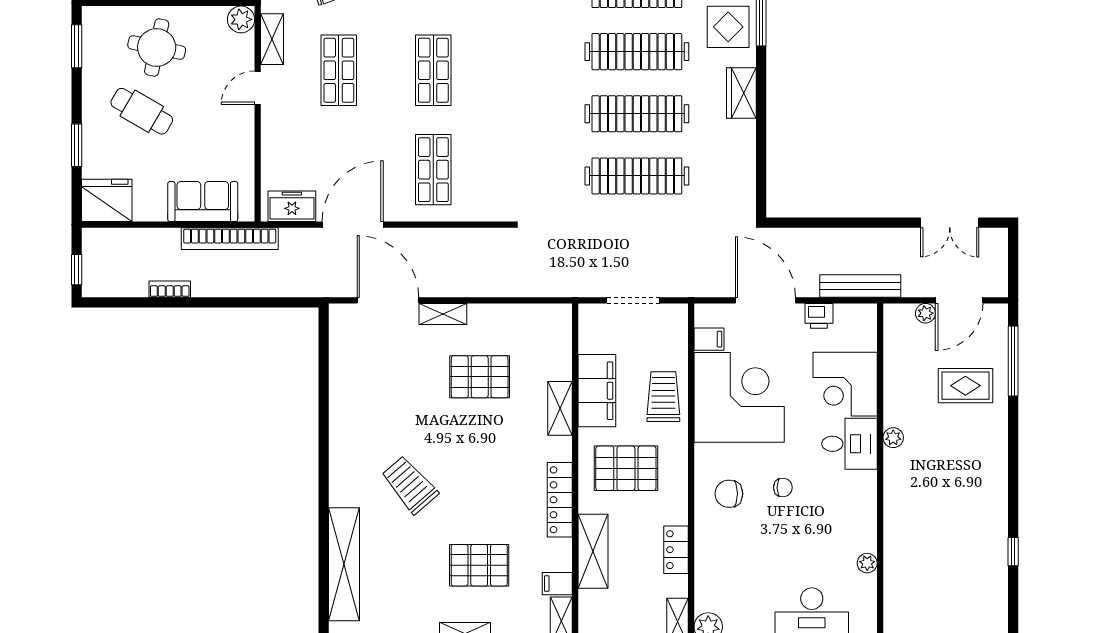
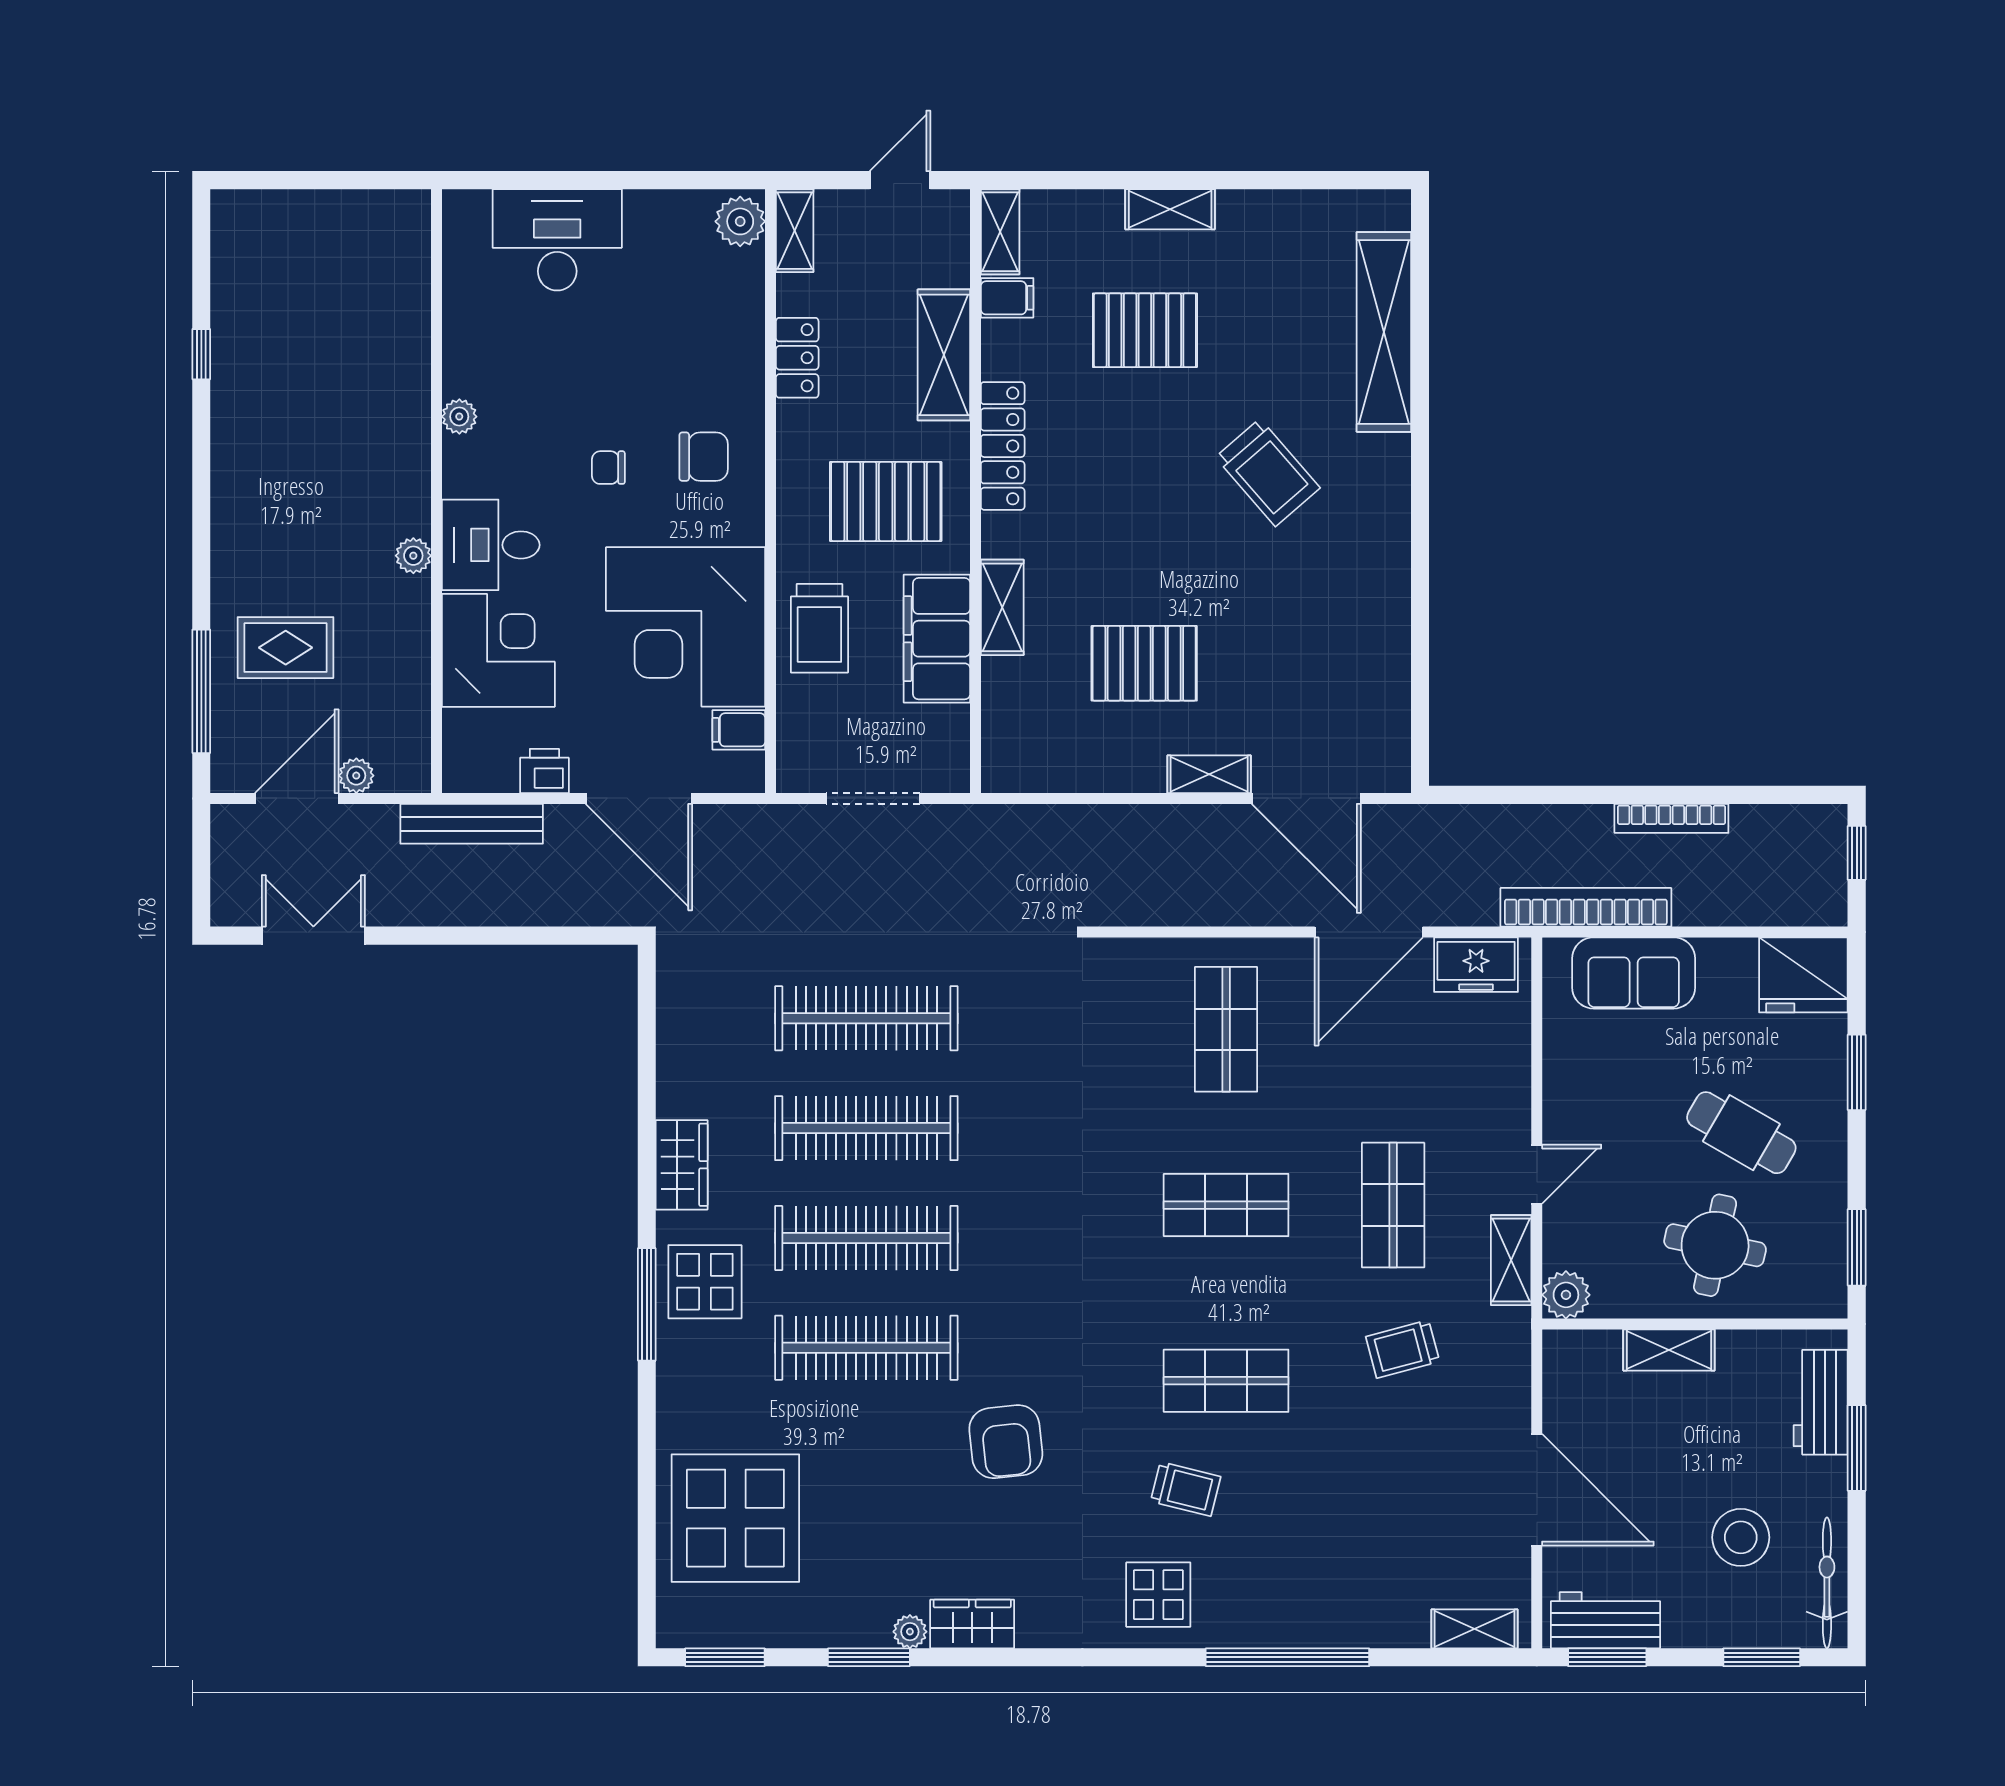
shop shelf: (433, 70) -> (1226, 1205), turned 90
bookcase: (170, 289) -> (1671, 818), width x1.56
plant: (867, 563) -> (459, 417), moved

